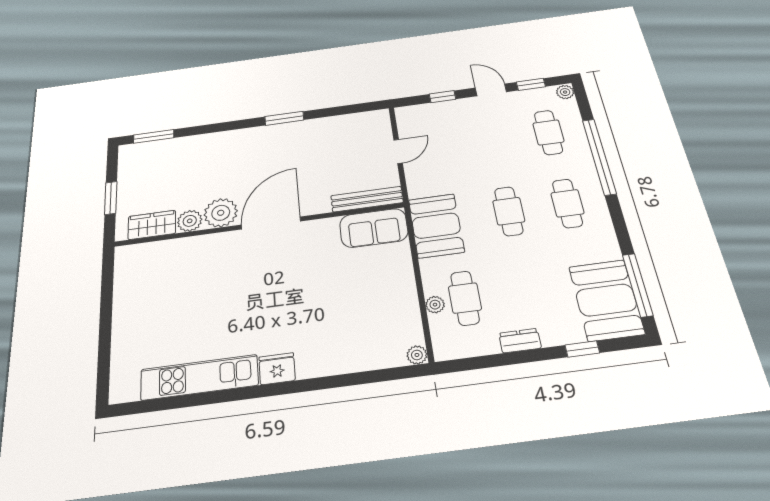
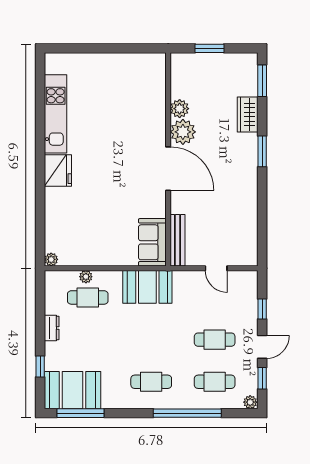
window: (284, 118) -> (262, 151), moved
cafe table: (509, 211) -> (215, 340), moved
wardrobe: (152, 225) -> (248, 114), moved, turned 180
fridge: (277, 369) -> (58, 170), width x1.36, depth x1.34

